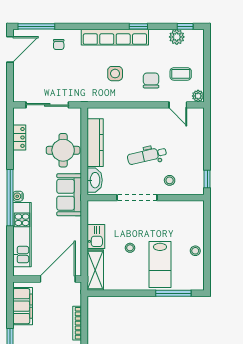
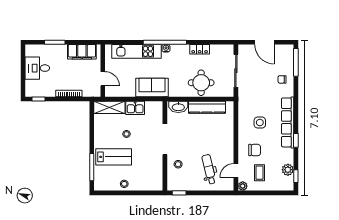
door: (10, 49) -> (264, 42), moved
locker: (19, 137) -> (200, 49), moved
dental chair: (147, 156) -> (209, 169), moved
sofa: (69, 195) -> (152, 87), moved
lab bench: (160, 265) -> (114, 157), turned 180
door: (58, 279) -> (103, 79), width x0.53

